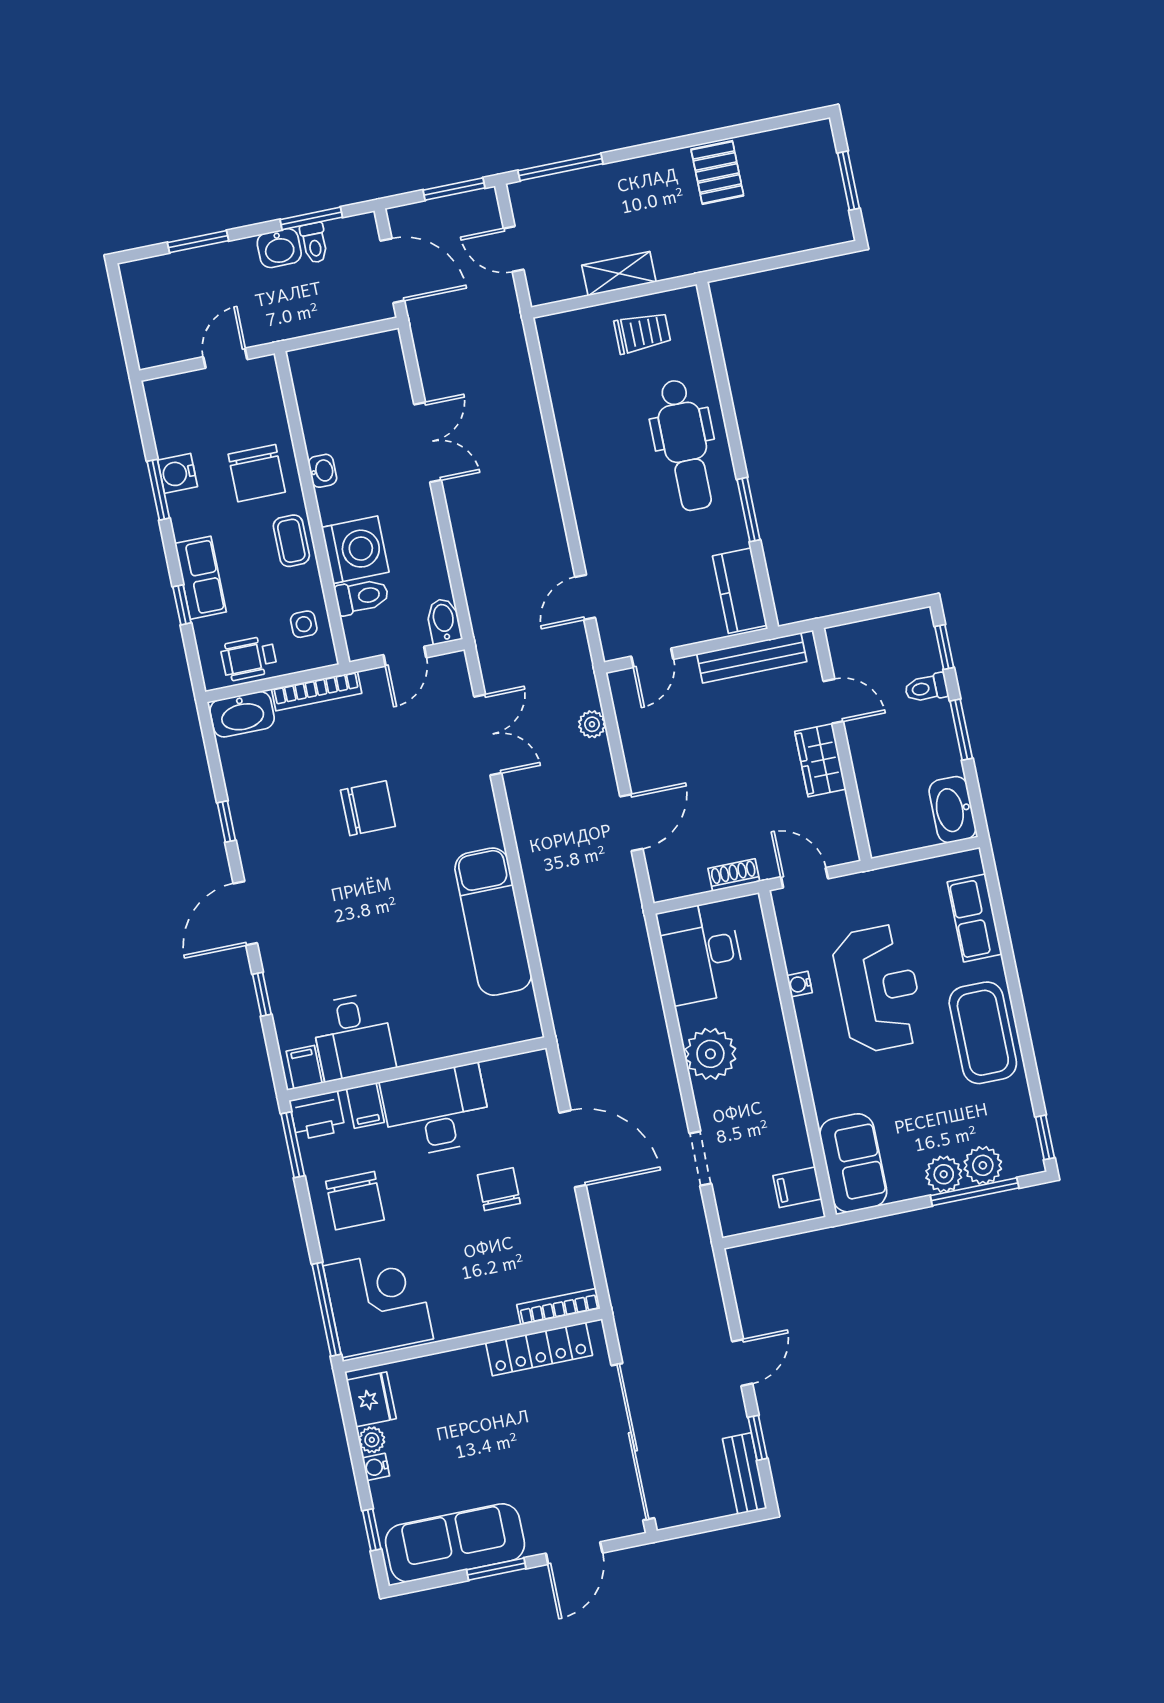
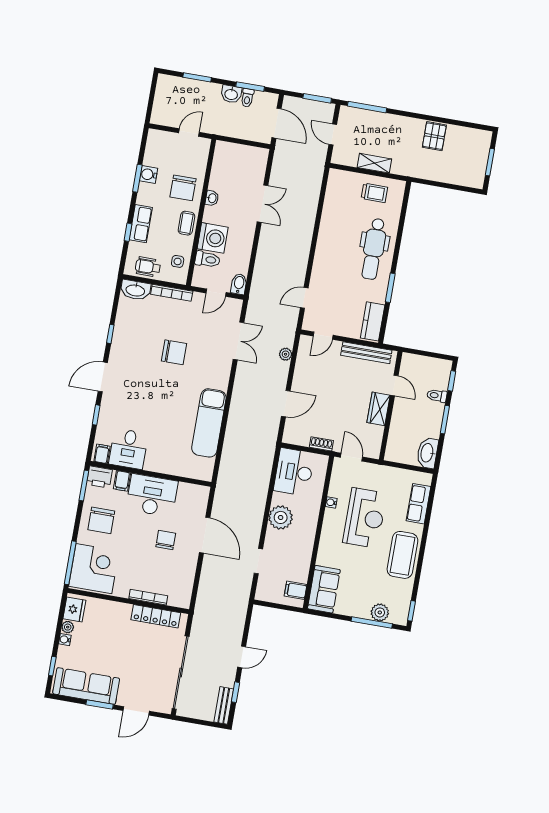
plant: (944, 1174) -> (361, 610), removed
bookcase: (559, 1307) -> (148, 597), moved

